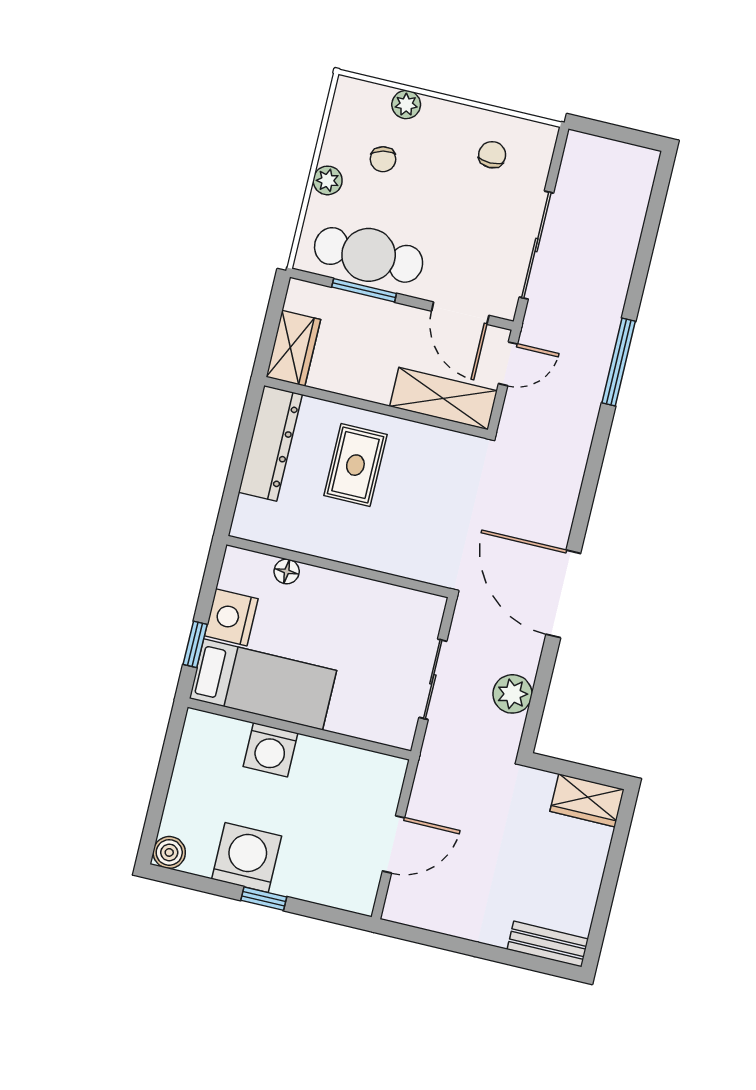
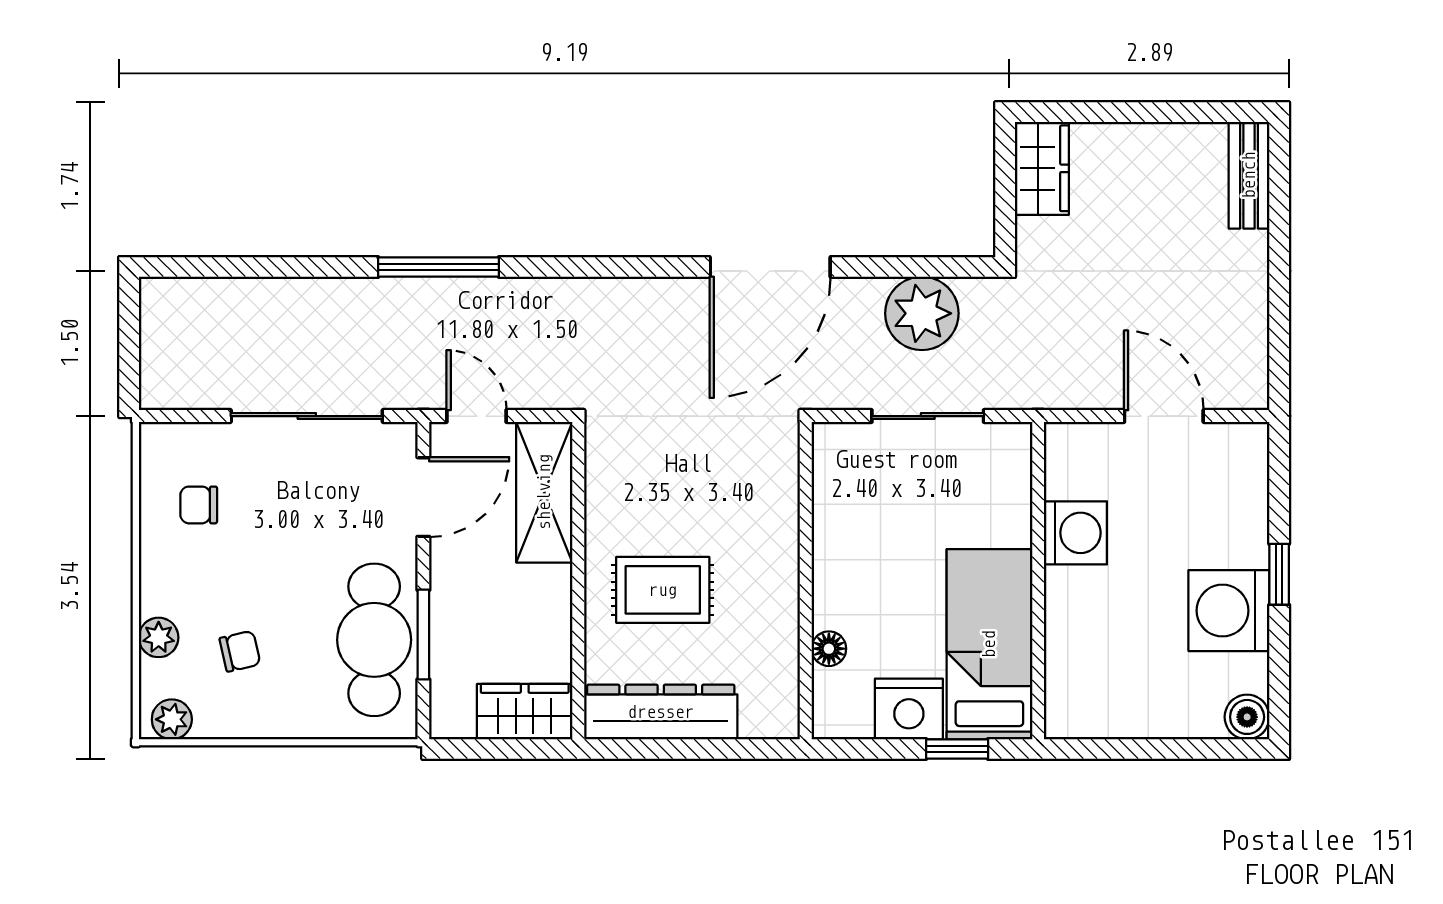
plant: (328, 180) -> (172, 719), moved
plant: (512, 694) -> (922, 313), width x1.36, depth x1.36
washing machine: (271, 750) -> (1075, 533), moved

